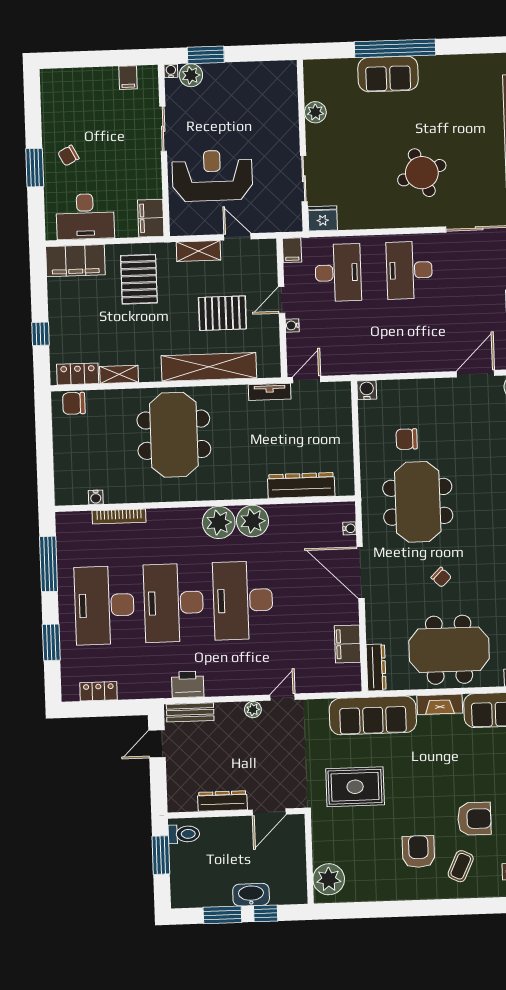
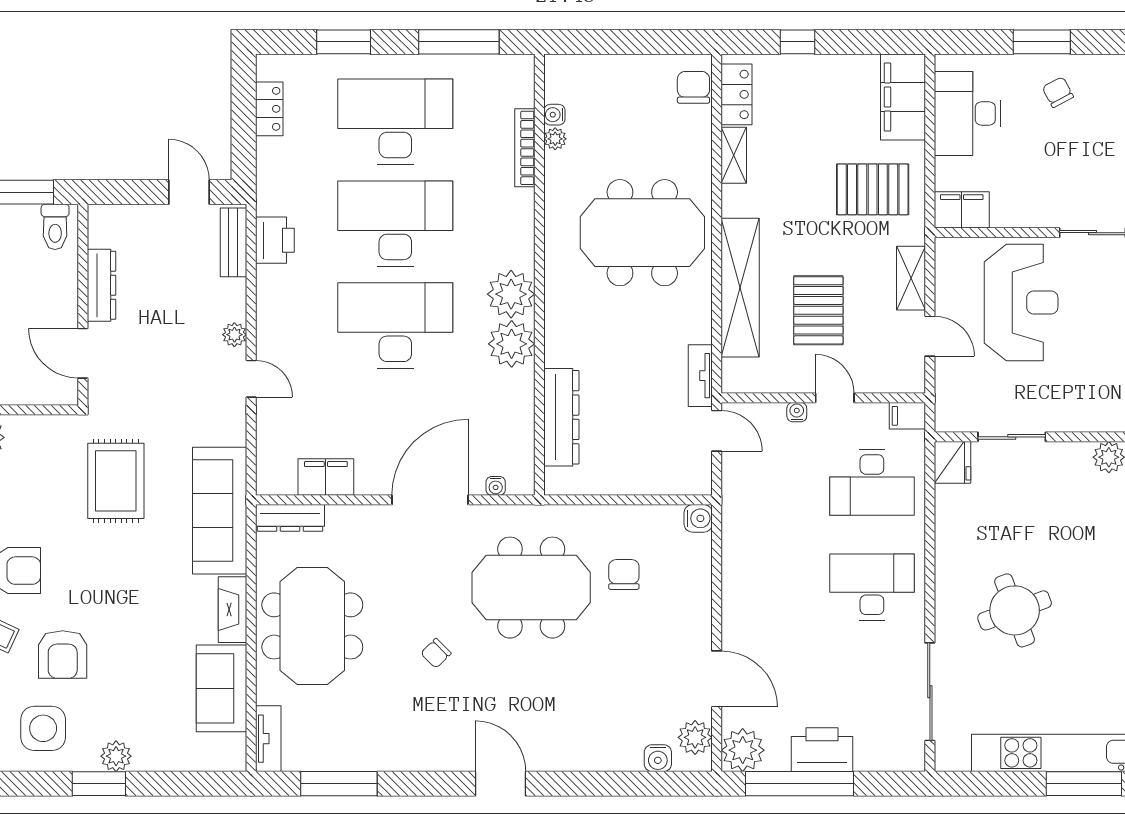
door: (237, 237) -> (930, 336), hinge flipped
plant: (112, 496) -> (555, 139), added
chair: (441, 577) -> (436, 653), moved

